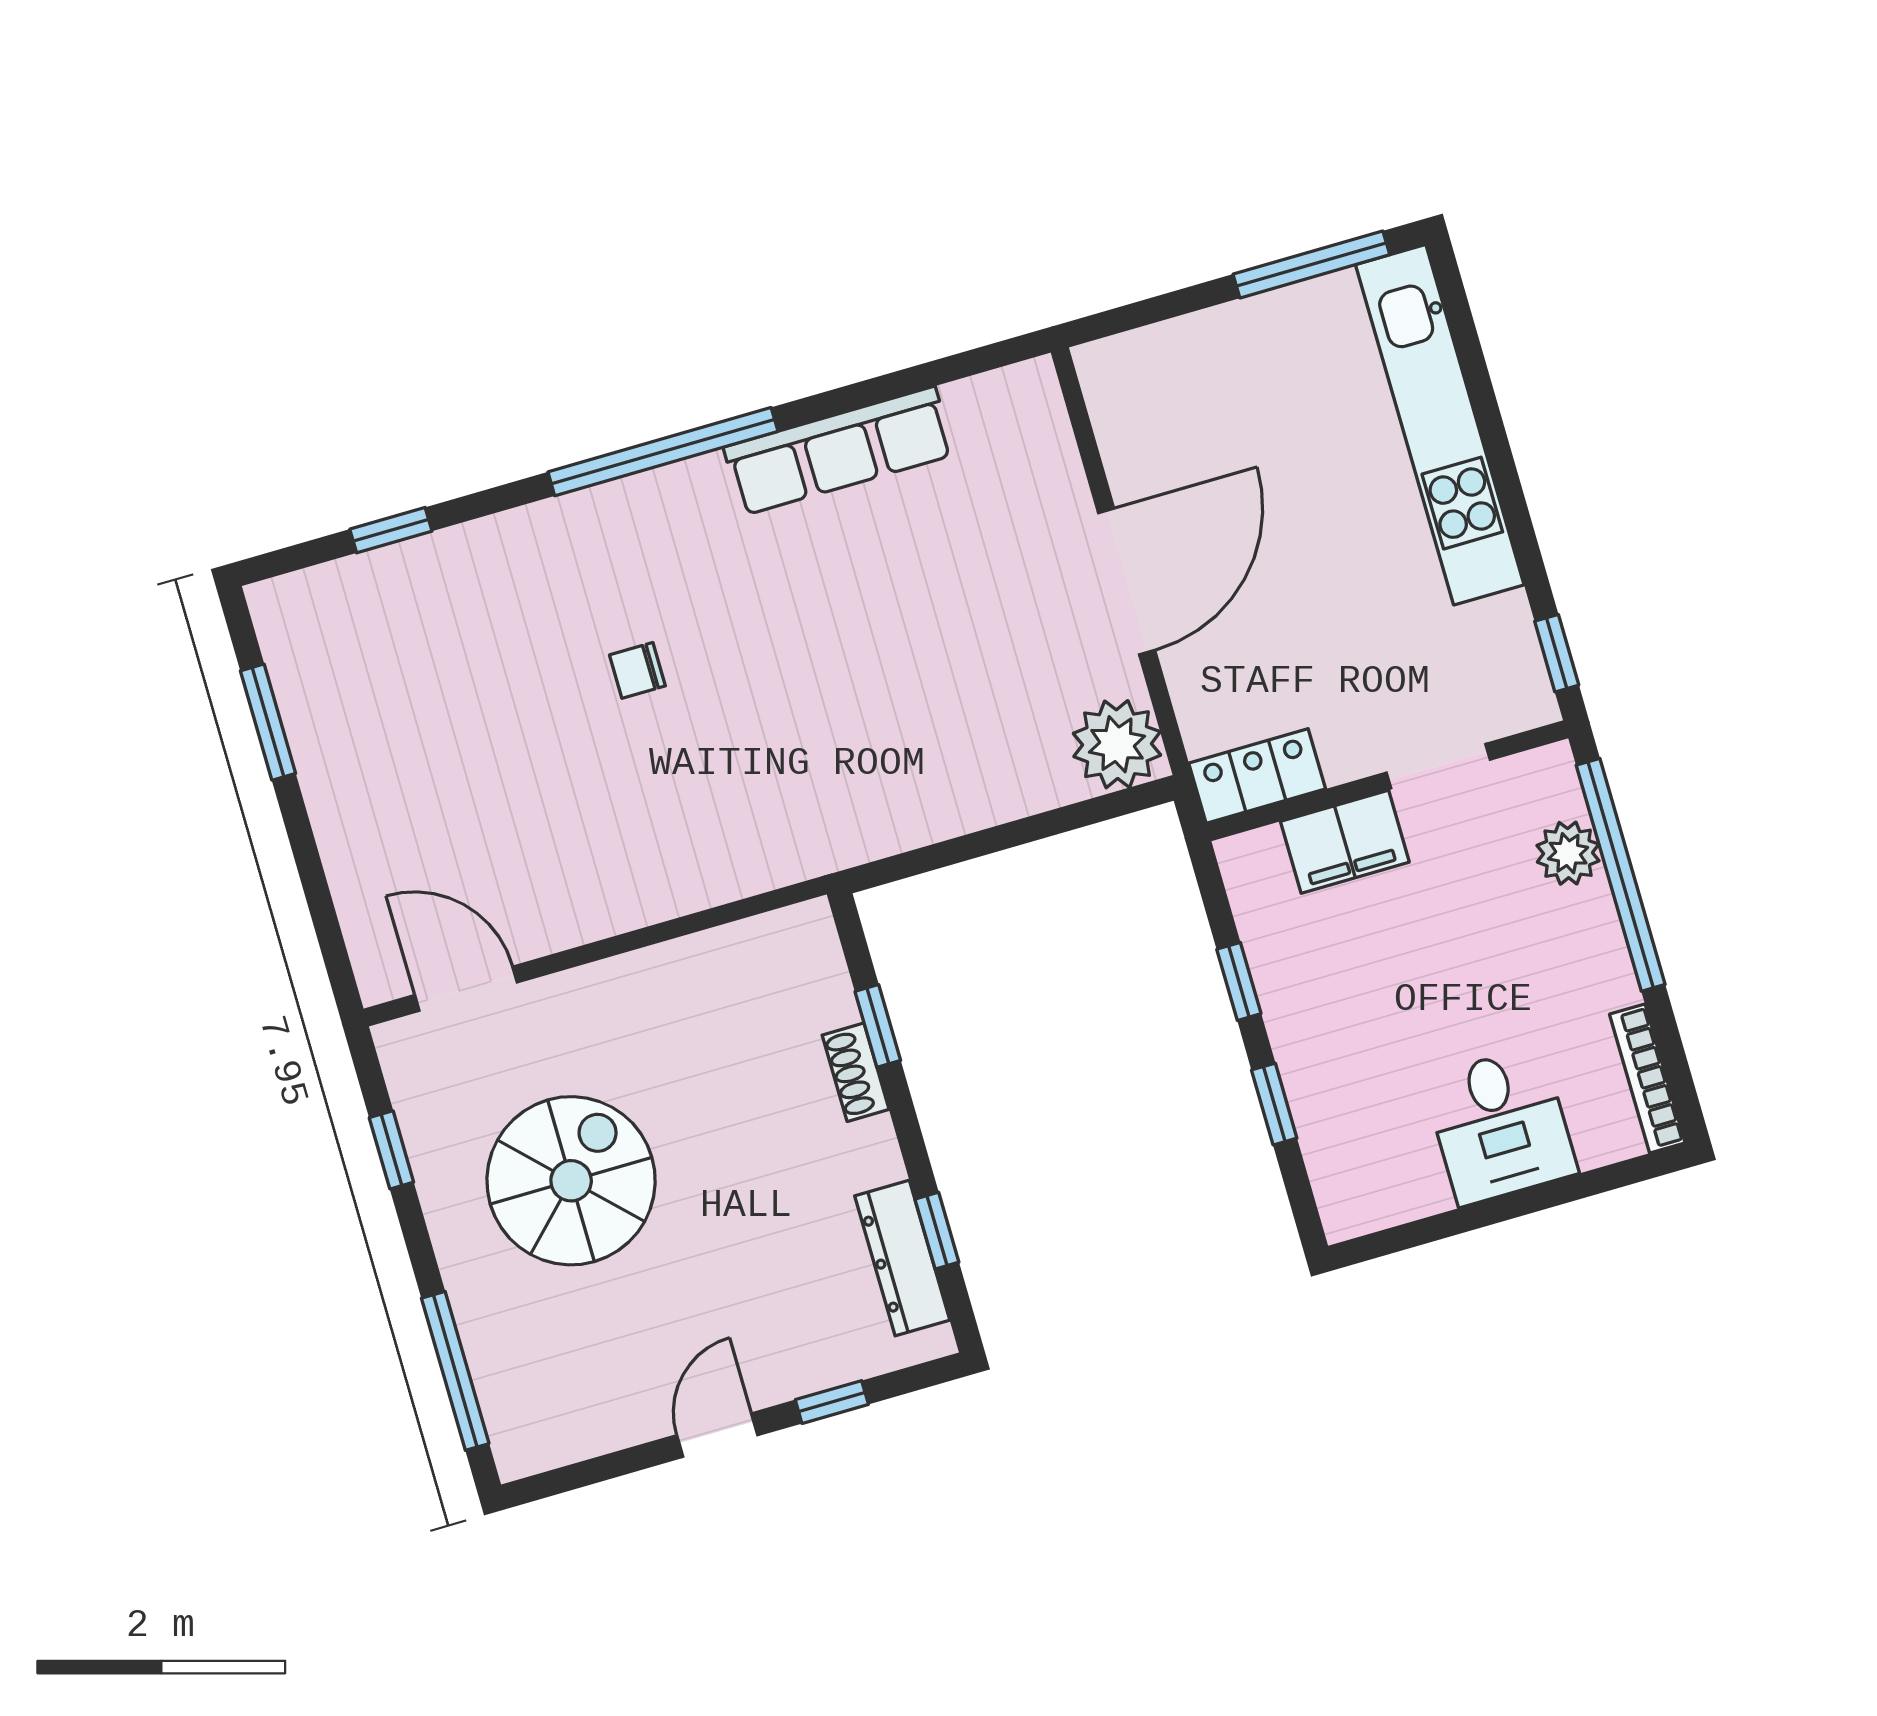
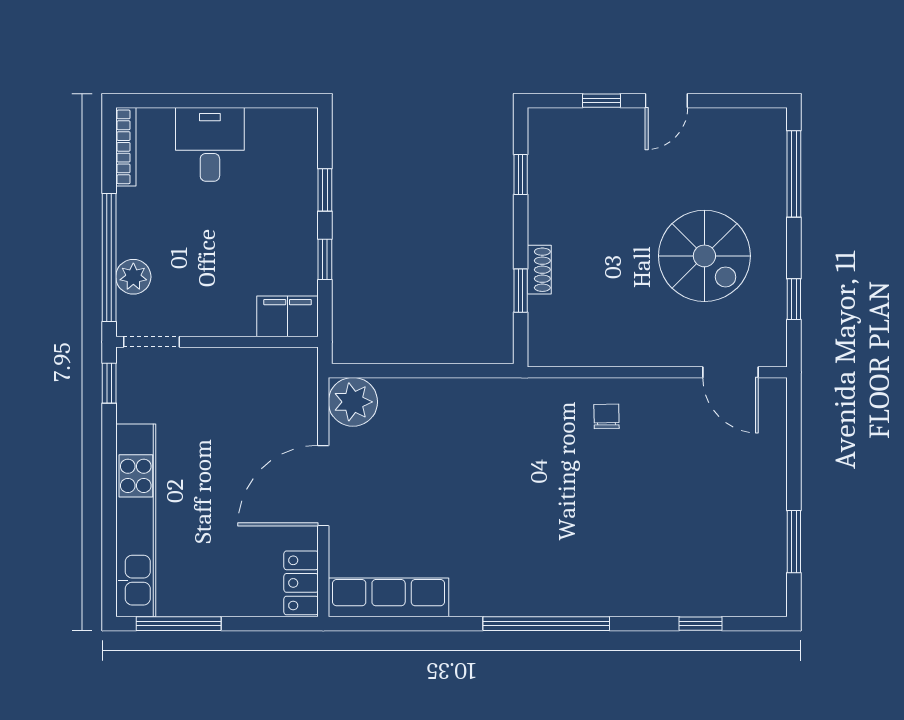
row of seats: (839, 451) -> (389, 597), moved
chair: (637, 670) -> (606, 416), moved, turned -91
doorway: (1438, 766) -> (152, 342), moved
locker: (1257, 776) -> (301, 583), moved, turned 90
filing cabinet: (1345, 842) -> (288, 316), moved
spiral stairs: (571, 1181) -> (704, 256), turned -90
dresser: (902, 1258) -> (543, 165), removed

